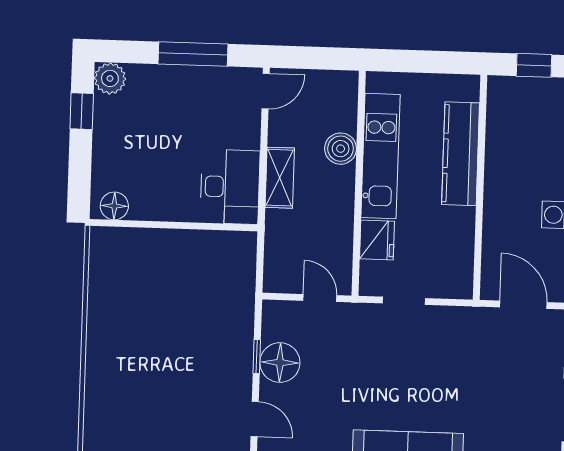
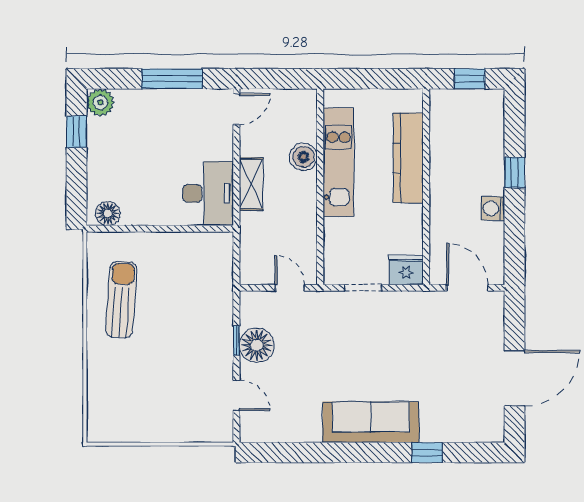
fridge: (377, 240) -> (406, 270), moved, turned -90
sun lounger: (127, 305) -> (121, 300), added

